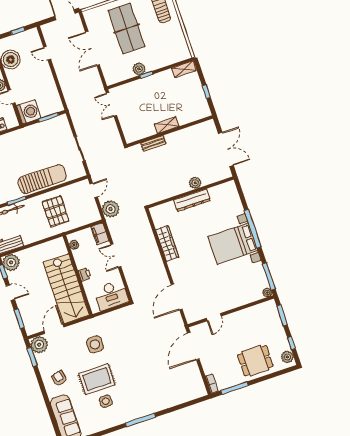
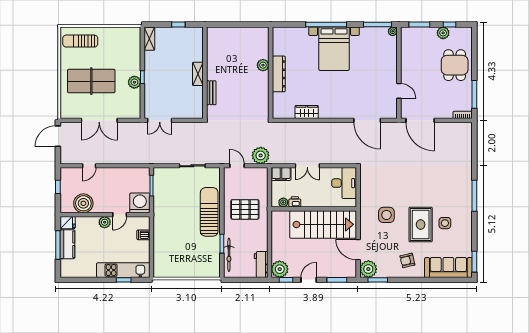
double door: (226, 149) -> (241, 25), removed
wardrobe: (167, 243) -> (307, 112), width x0.67
printer: (85, 274) -> (295, 202), moved
plant: (287, 357) -> (443, 33), moved

